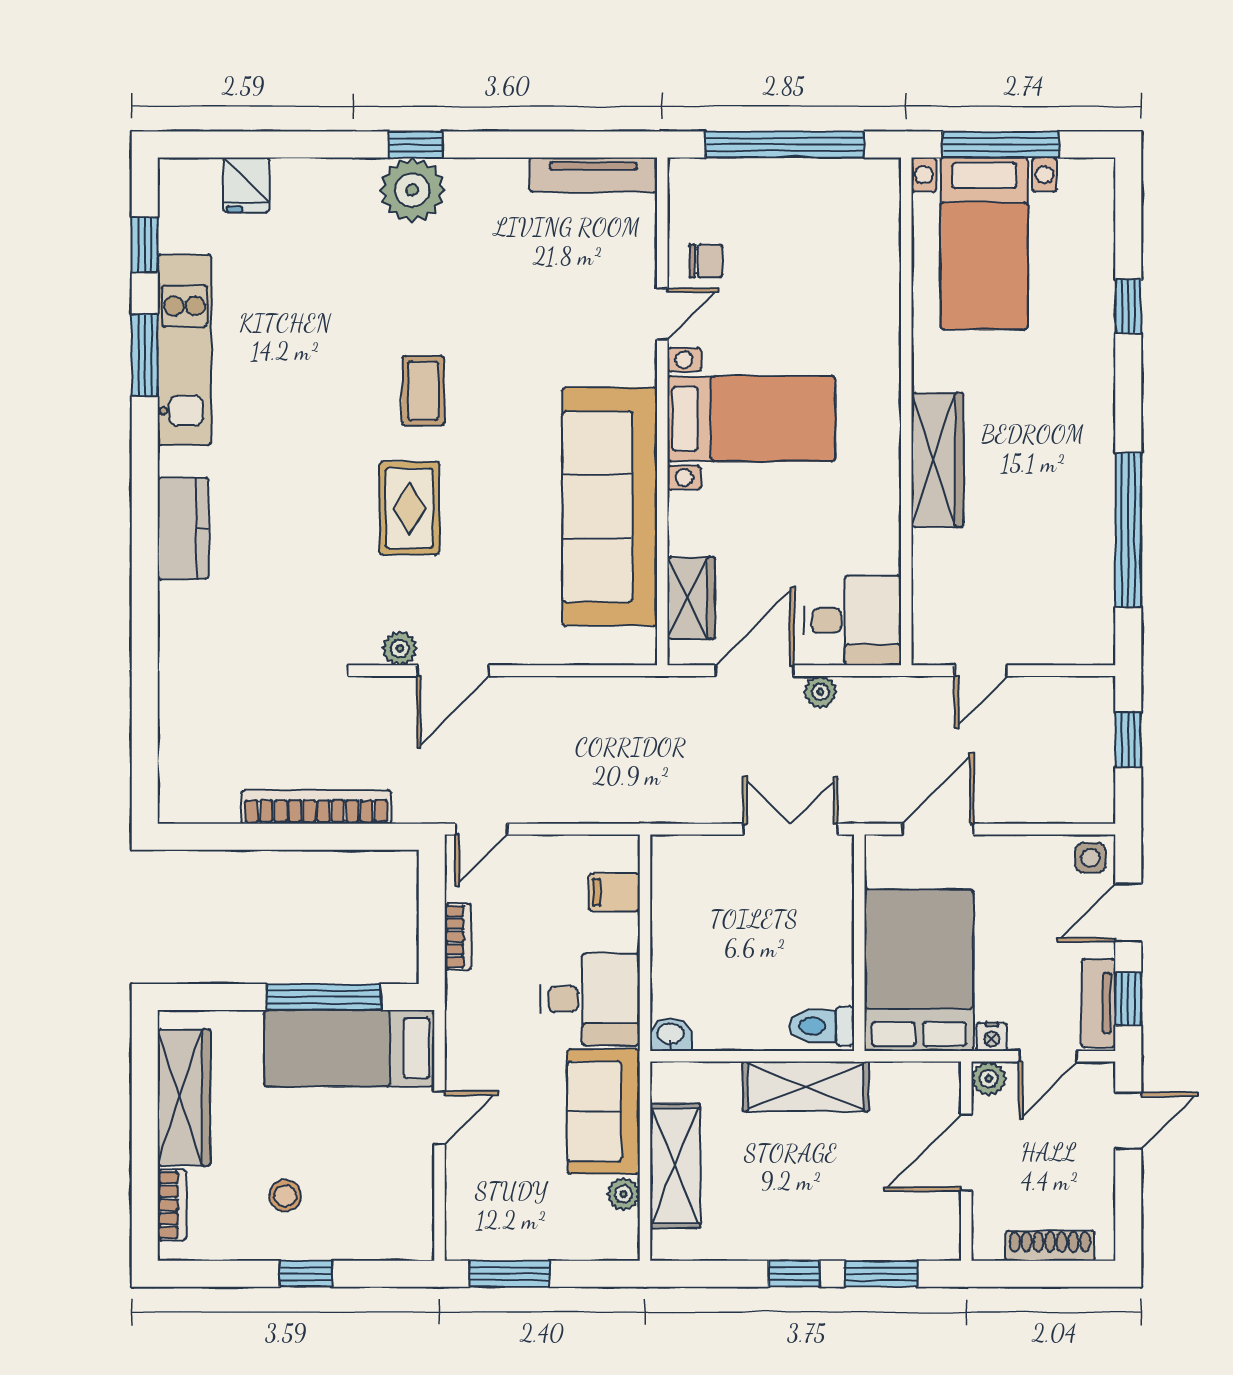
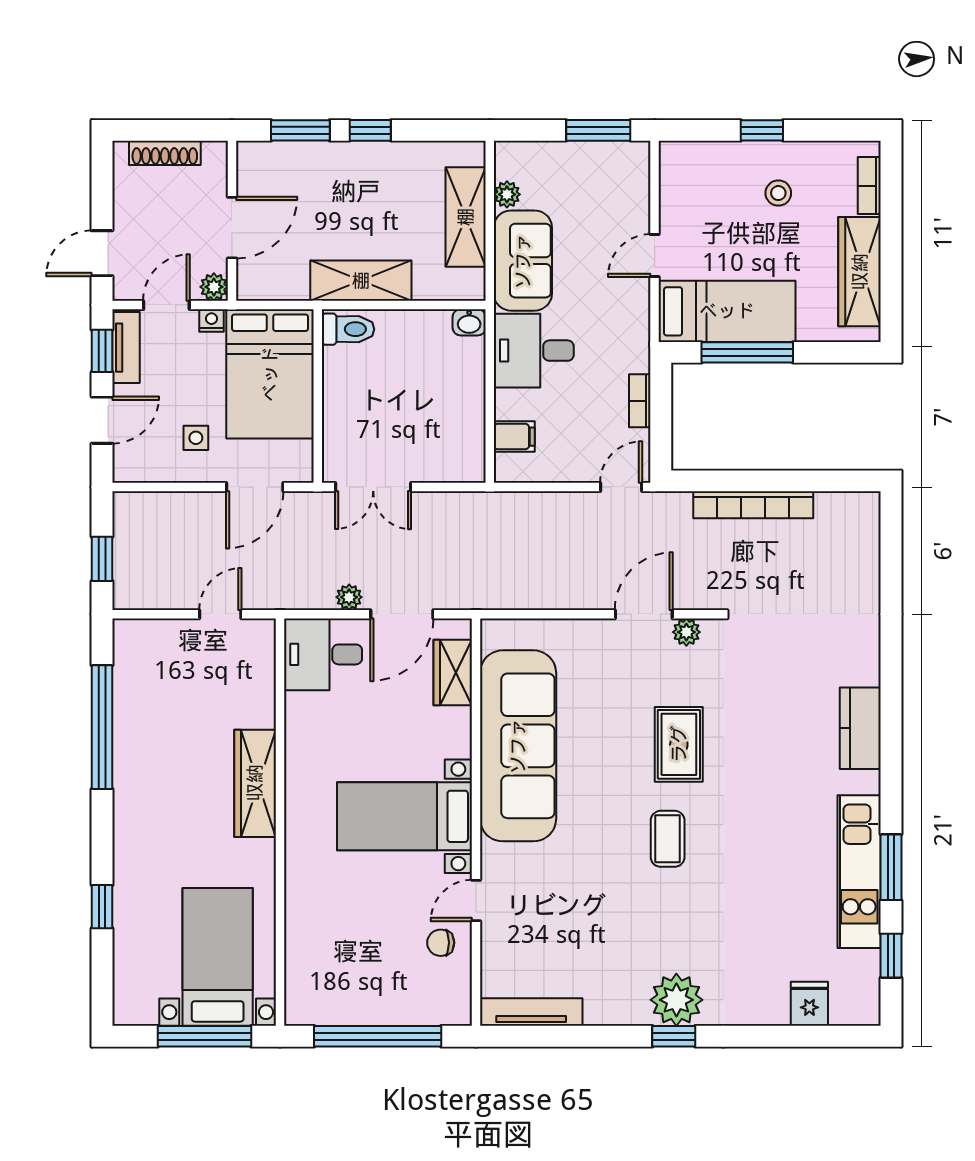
side table: (1091, 858) -> (196, 438), moved

